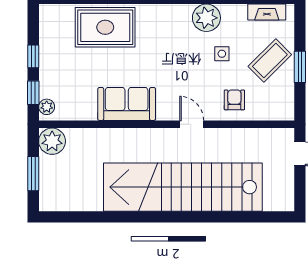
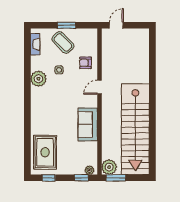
rug: (105, 27) -> (45, 152), moved
window: (33, 56) -> (49, 178), moved
window: (33, 174) -> (116, 178), moved
stairs: (183, 187) -> (135, 129), moved

